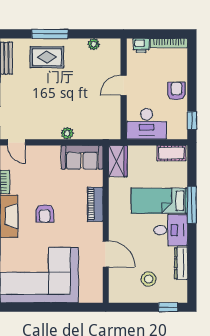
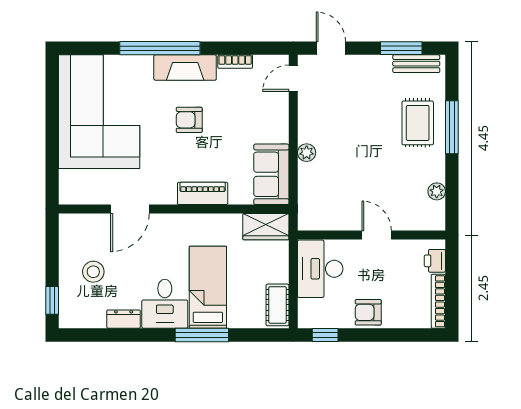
armchair: (176, 91) -> (368, 312), turned 180
dresser: (181, 263) -> (124, 319), width x0.70

